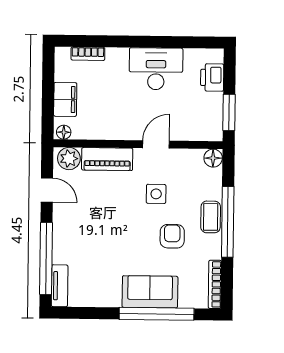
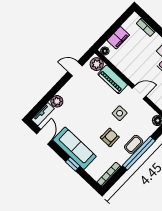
door: (47, 190) -> (75, 69), swing flipped
plant: (62, 253) -> (57, 101), added
window: (46, 259) -> (48, 97), removed
sofa: (150, 292) -> (74, 148), width x1.36
door: (88, 313) -> (44, 137), added
window: (157, 314) -> (73, 164), width x0.32

